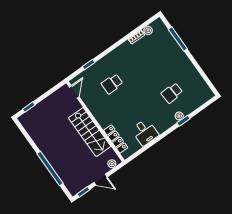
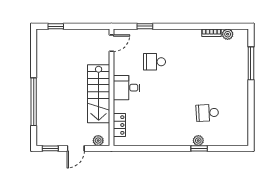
desk: (145, 132) -> (127, 88), moved, turned 90
locker: (116, 139) -> (119, 125), width x0.66
door: (101, 180) -> (76, 148), hinge flipped

